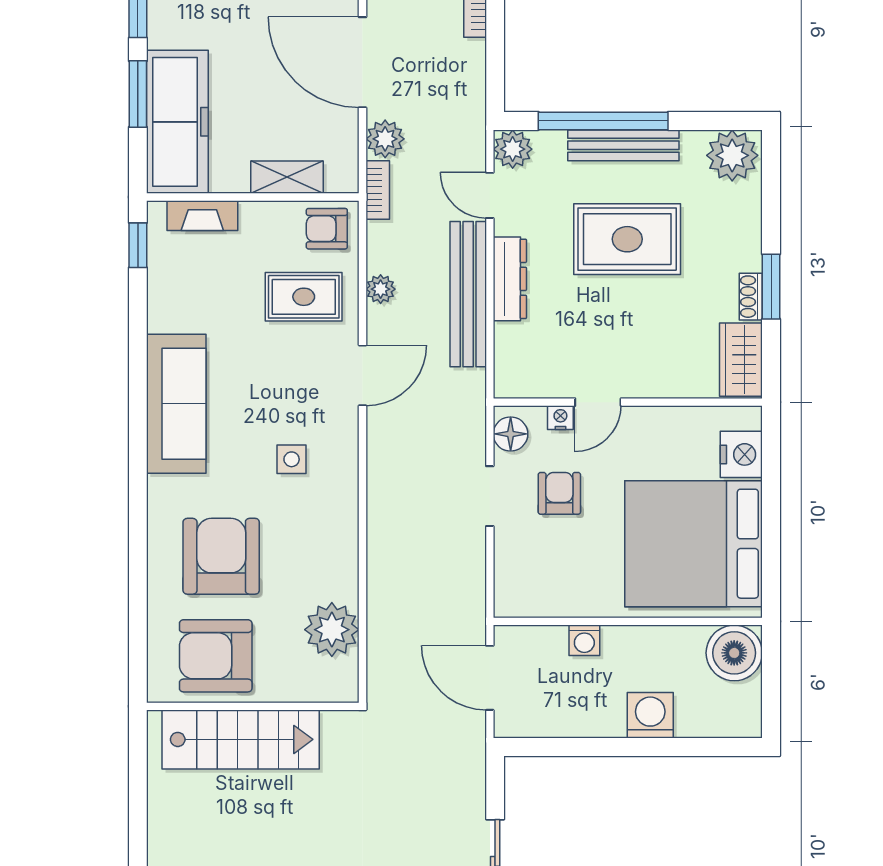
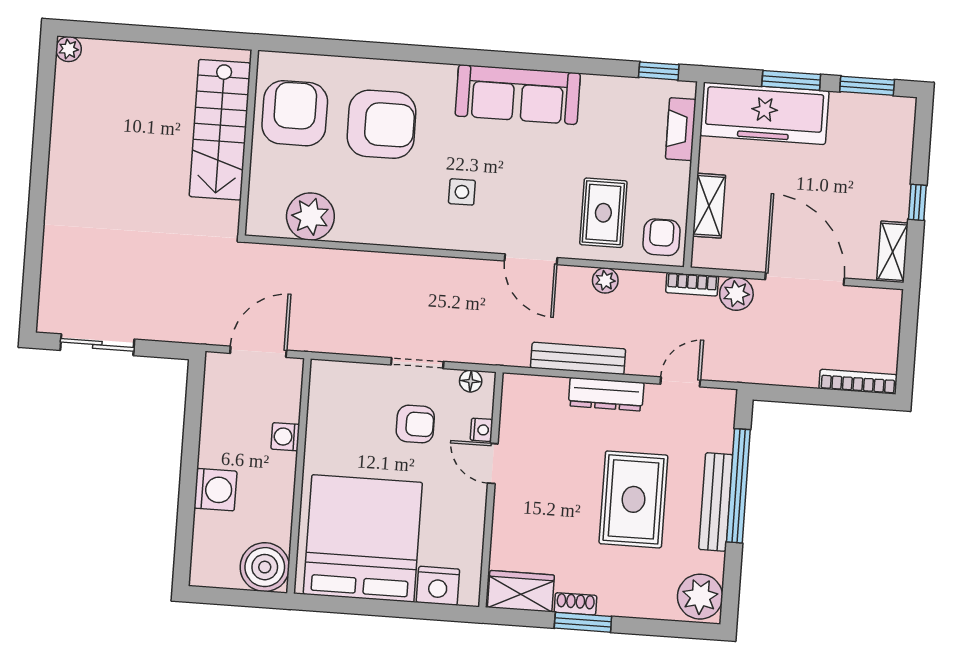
door: (362, 62) -> (805, 279), hinge flipped
plant: (513, 149) -> (720, 405), removed
bench: (468, 294) -> (578, 358), width x0.73, depth x0.82
floor lamp: (511, 434) -> (471, 381), width x0.73, depth x0.73

